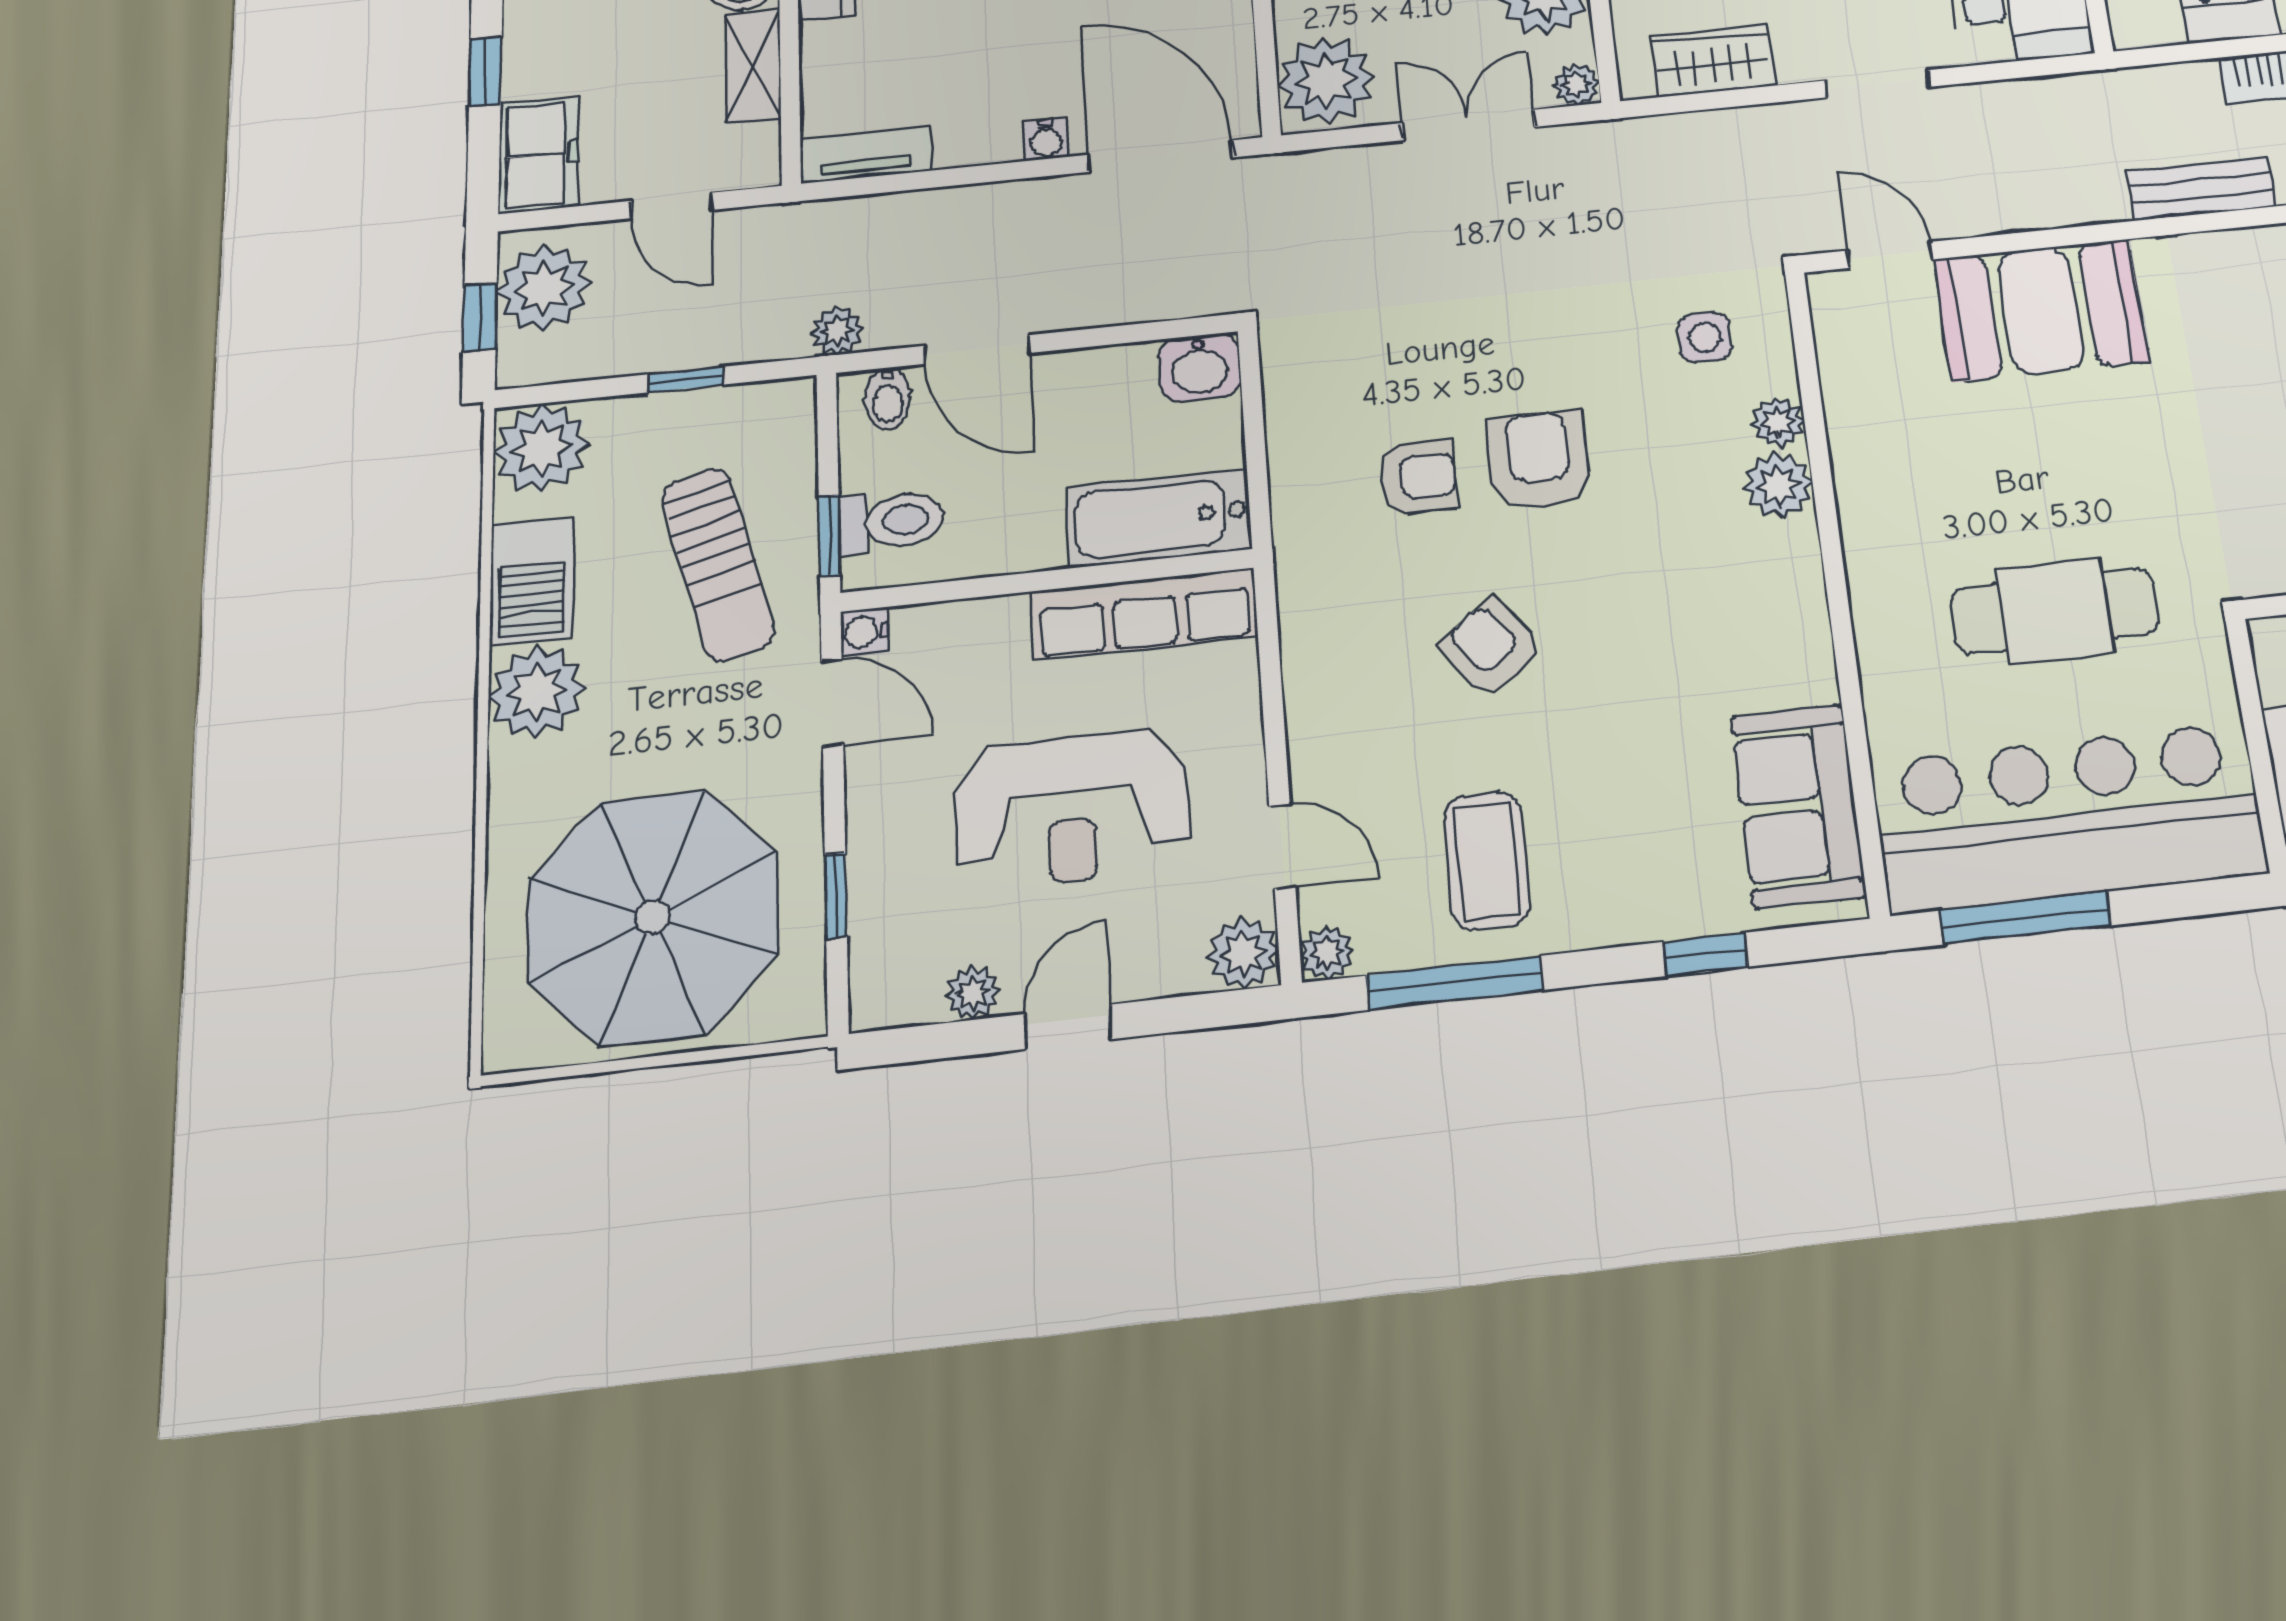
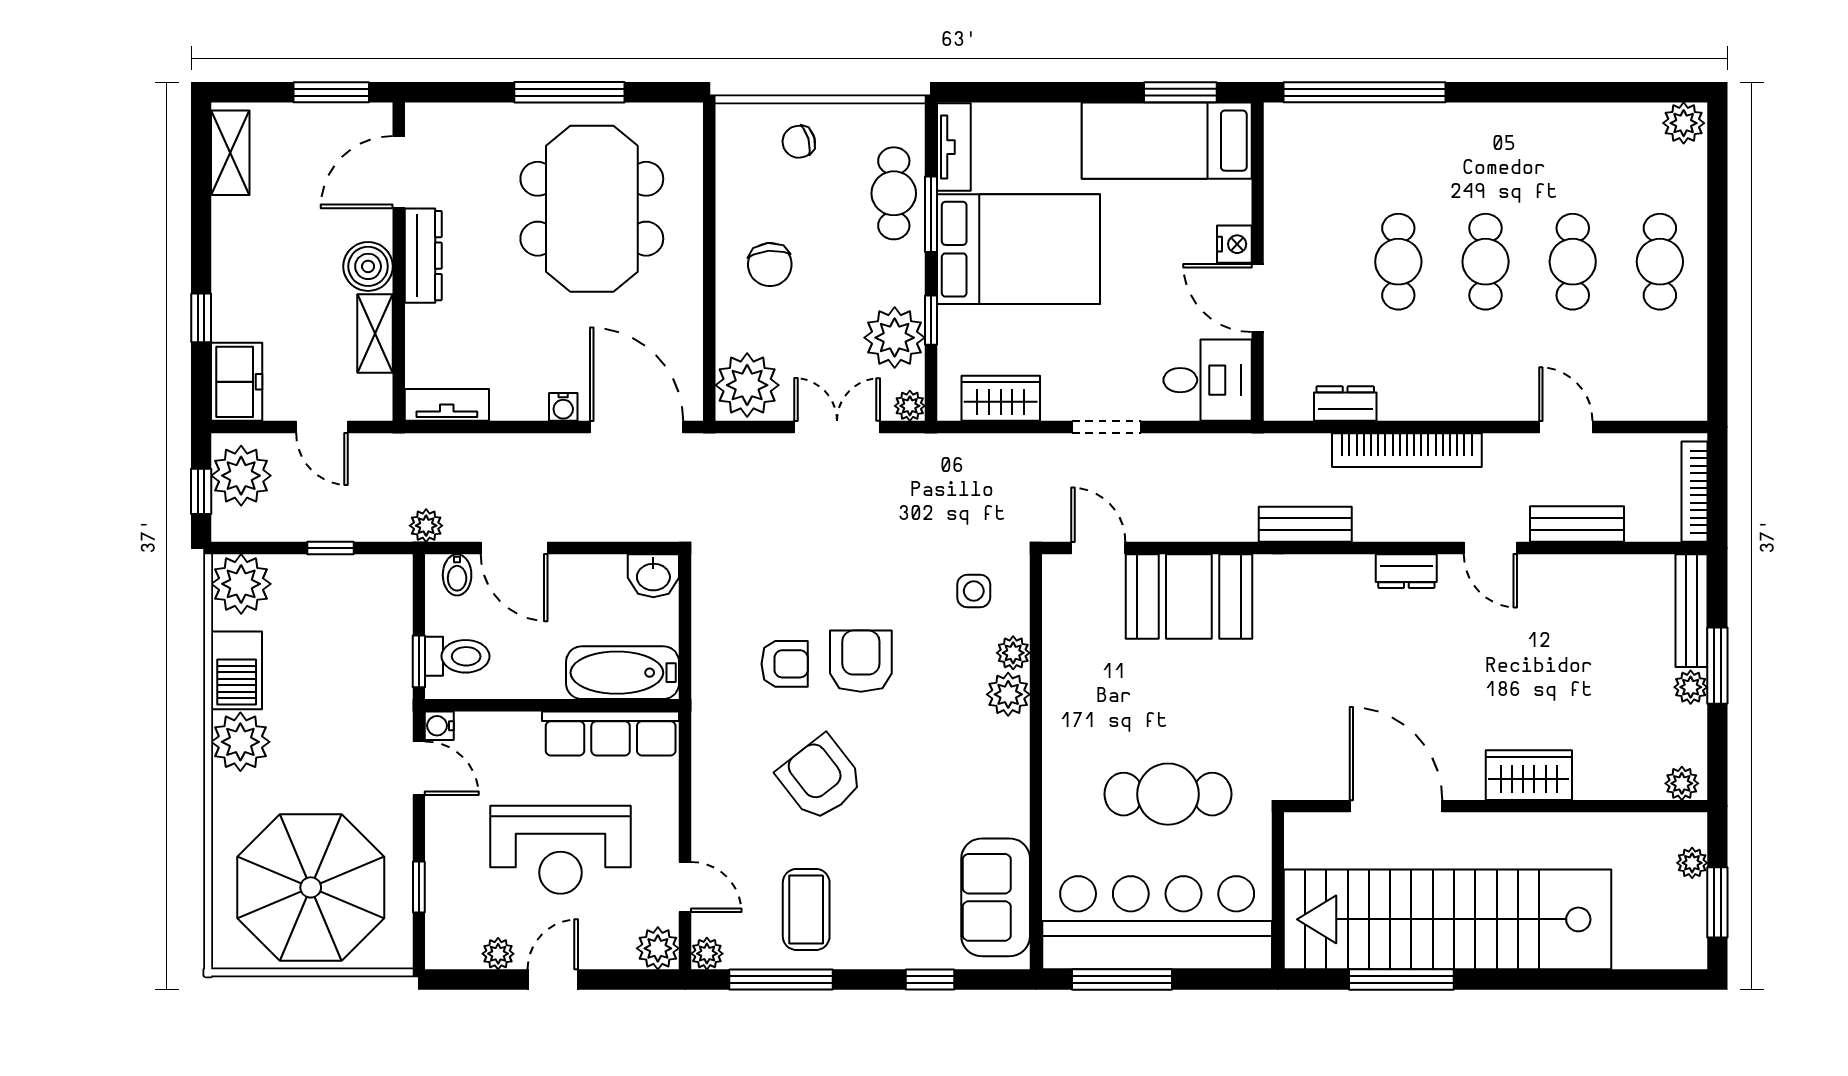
sun lounger: (718, 564) -> (350, 672), removed
armchair: (1491, 647) -> (820, 778), width x1.38, depth x1.38

